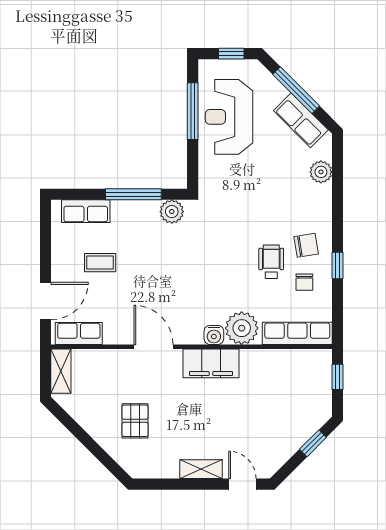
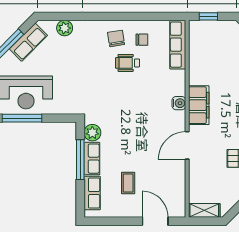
window: (338, 266) -> (130, 16), removed
plant: (242, 328) -> (174, 84), removed
row of seats: (79, 333) -> (92, 159), moved, turned 180

